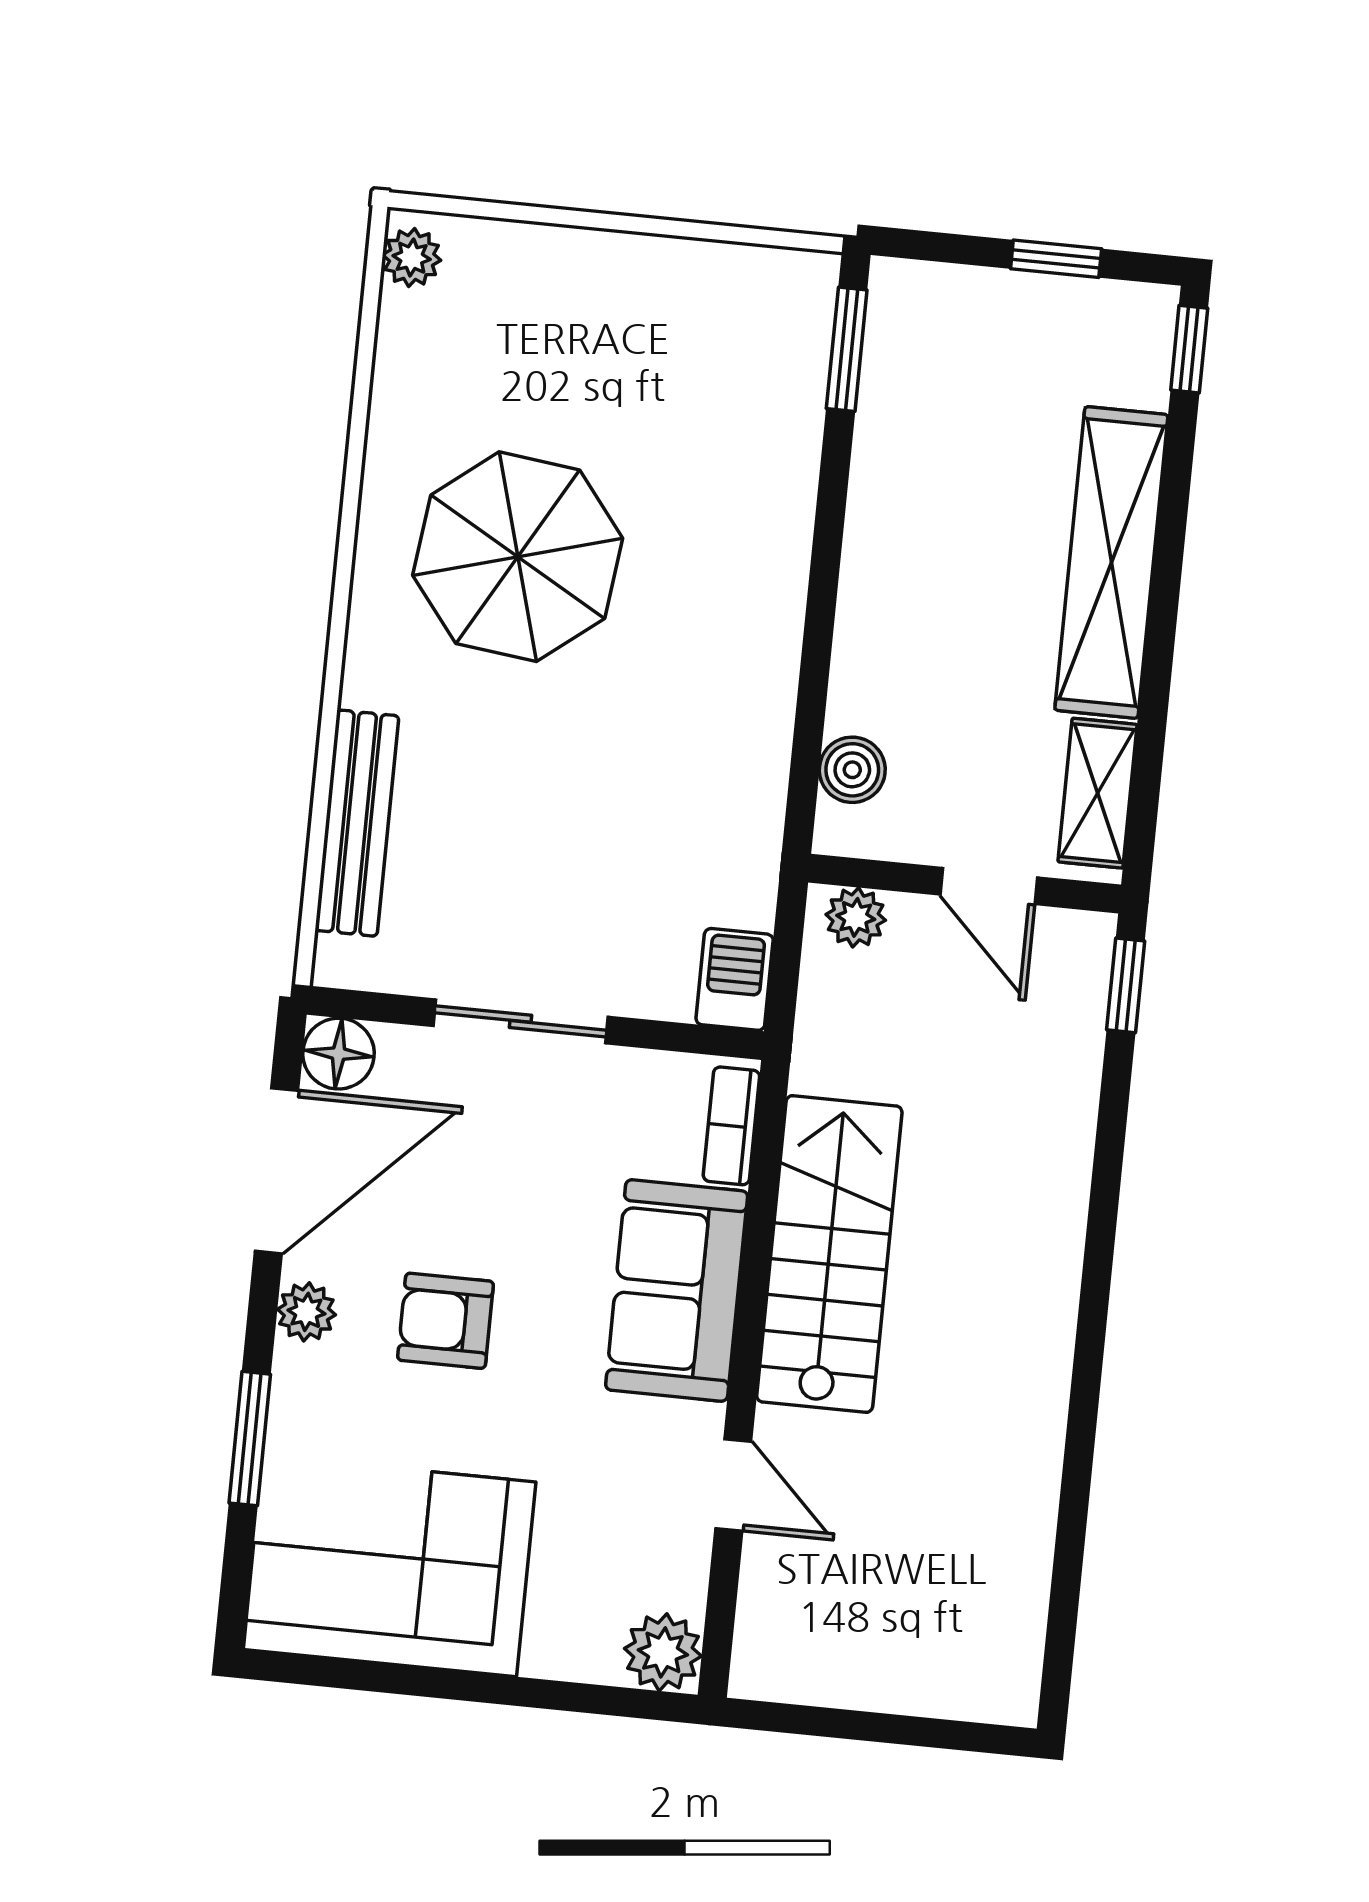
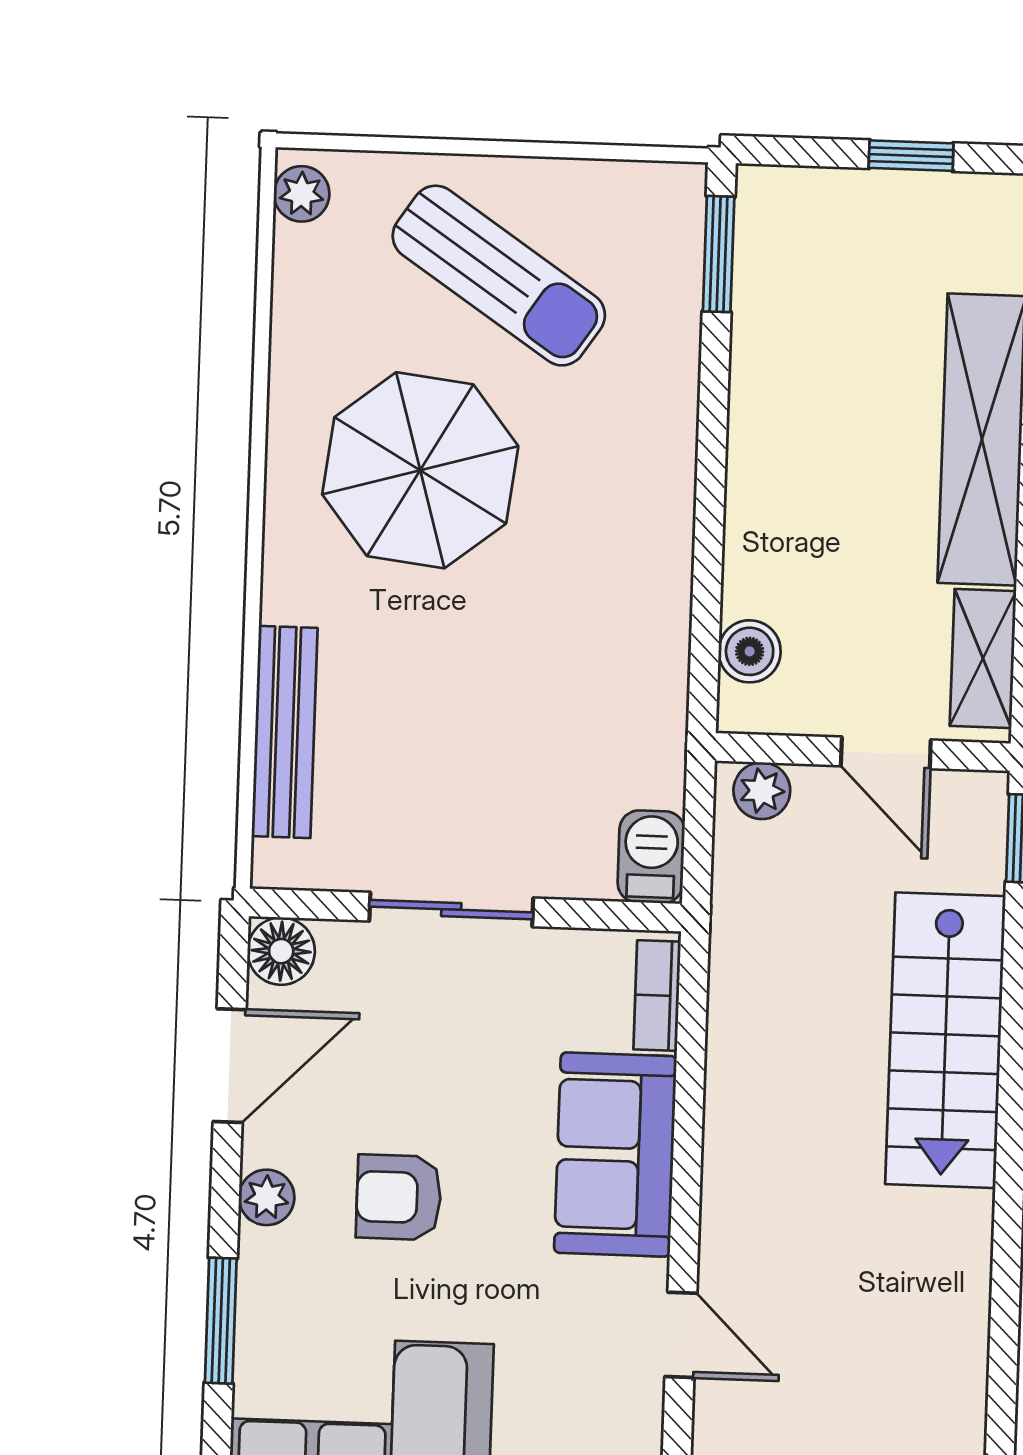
sun lounger: (614, 357) -> (499, 276), added
door: (276, 1171) -> (230, 1066), width x0.73
stairs: (829, 1254) -> (945, 1040), moved, turned 180

